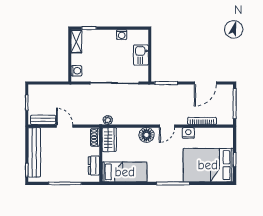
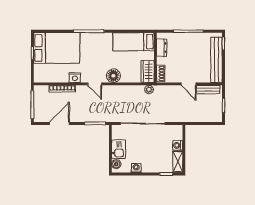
boiler: (143, 39) -> (116, 164), added
washing machine: (76, 71) -> (178, 145), moved
door: (167, 126) -> (95, 84), swing flipped

